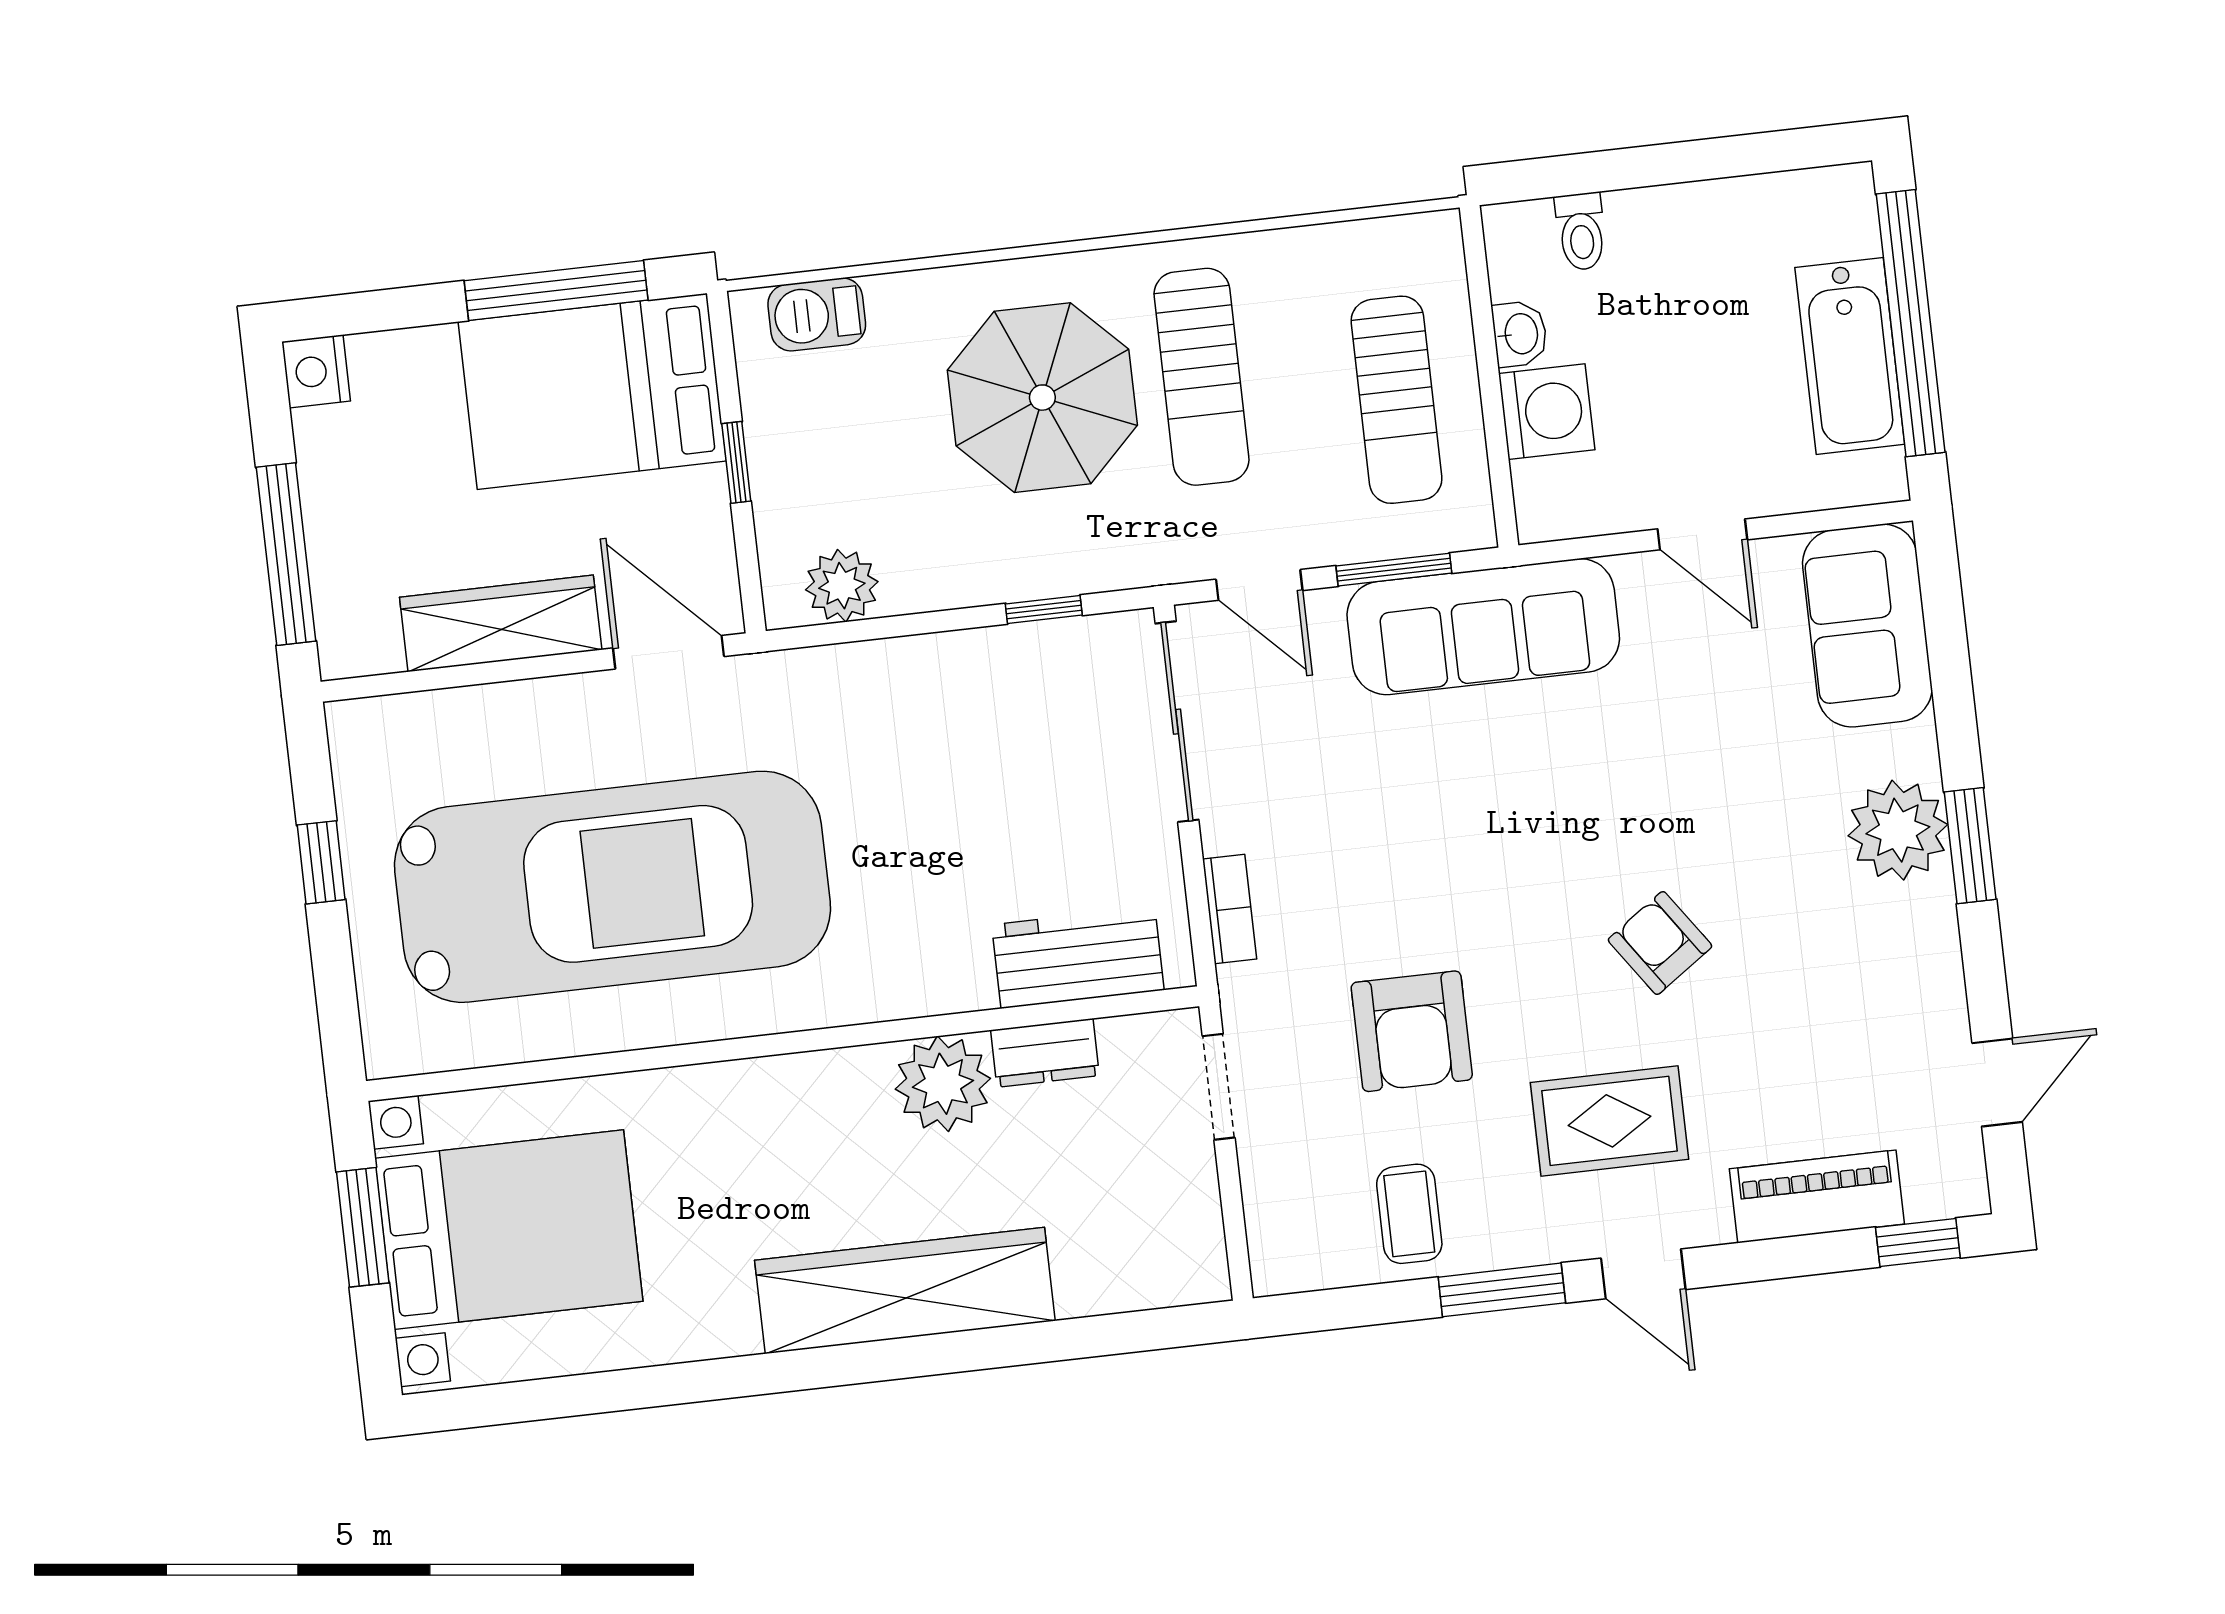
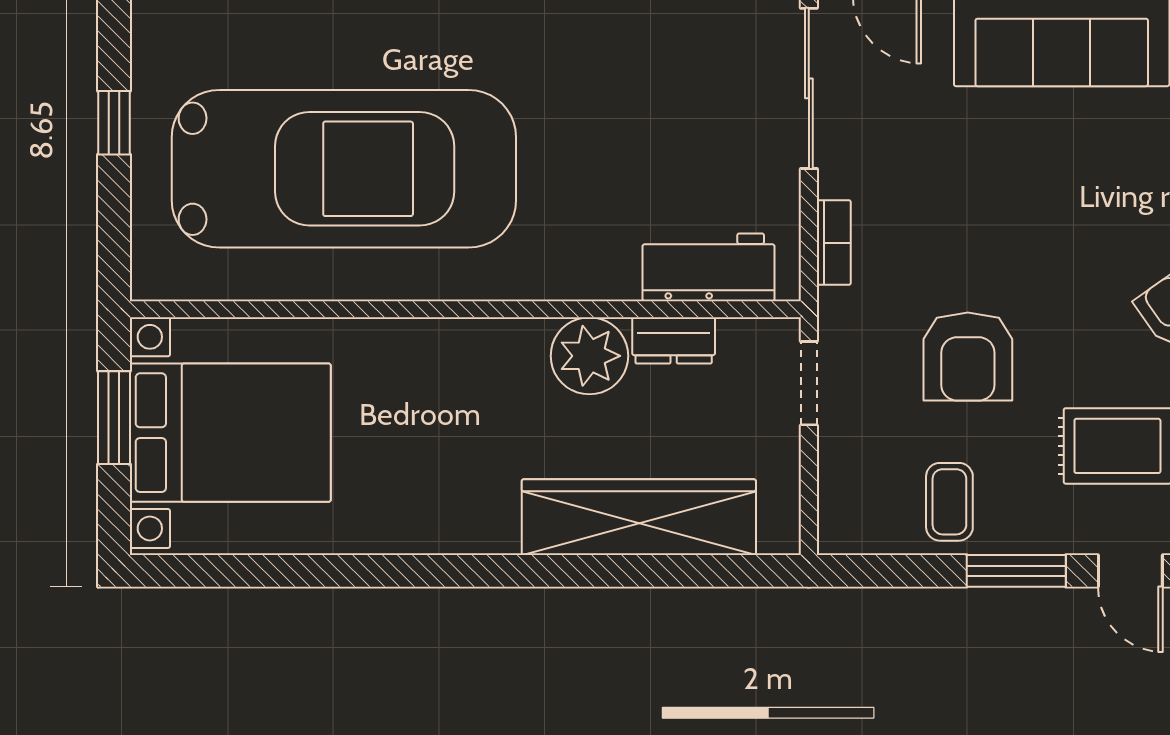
wardrobe: (905, 1290) -> (639, 517), moved

